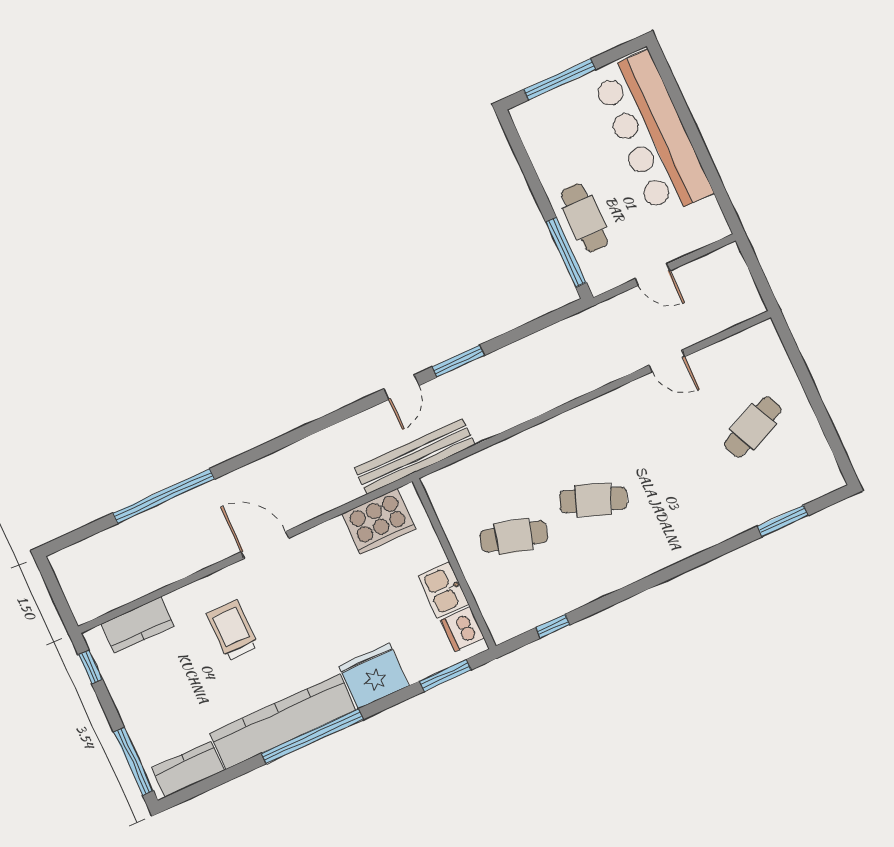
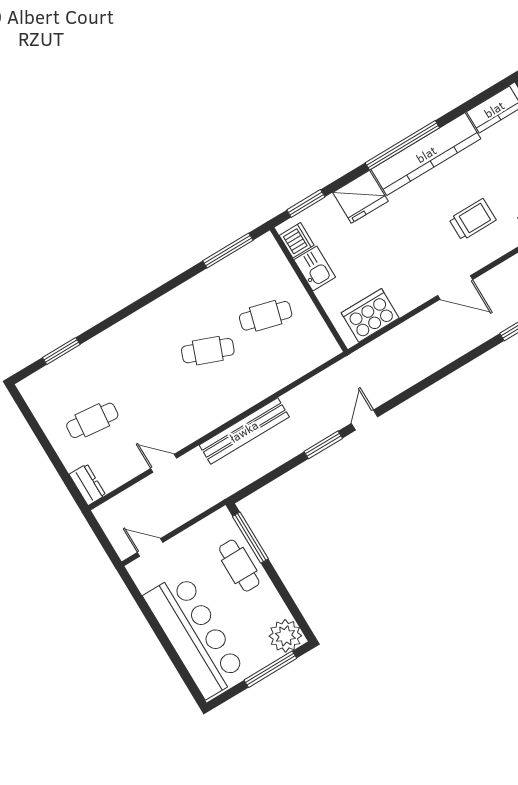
plant: (535, 120) -> (285, 636), added
door: (653, 275) -> (150, 547), moved
dresser: (769, 345) -> (87, 485), added
cafe table: (753, 427) -> (92, 420), turned 30
bench: (415, 456) -> (244, 431), moved
window: (553, 626) -> (228, 250), width x2.17
trolley: (232, 630) -> (472, 219), turned -90

